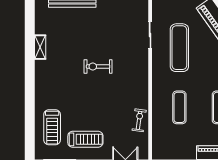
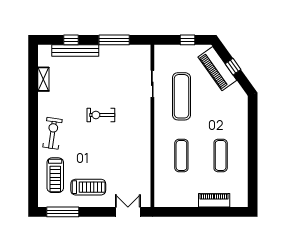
shelving: (40, 47) -> (43, 79), moved
exercise bike: (139, 120) -> (53, 133), moved, width x1.38, depth x1.39

